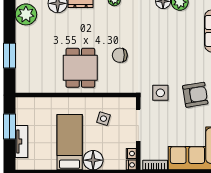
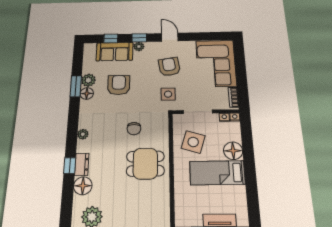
armchair: (173, 37) -> (119, 85), added
side table: (103, 119) -> (193, 142), width x1.87, depth x1.87

